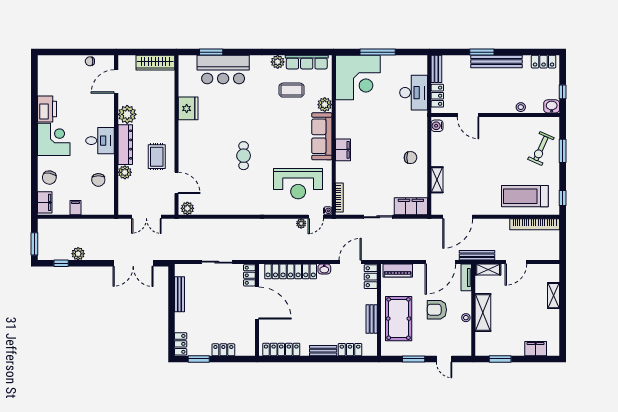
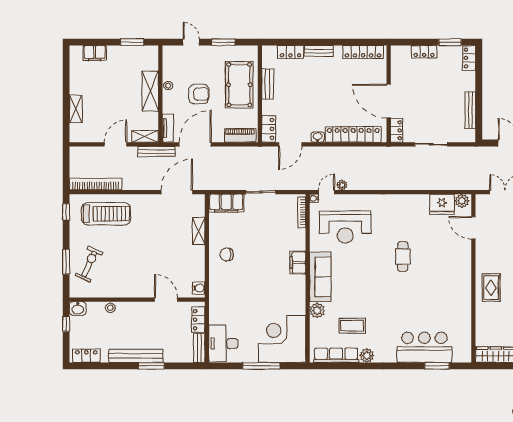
desk: (414, 93) -> (223, 344), moved
fridge: (188, 108) -> (442, 204), moved, turned -90
rug: (157, 157) -> (491, 288), moved
reception desk: (298, 184) -> (345, 227), turned 180

